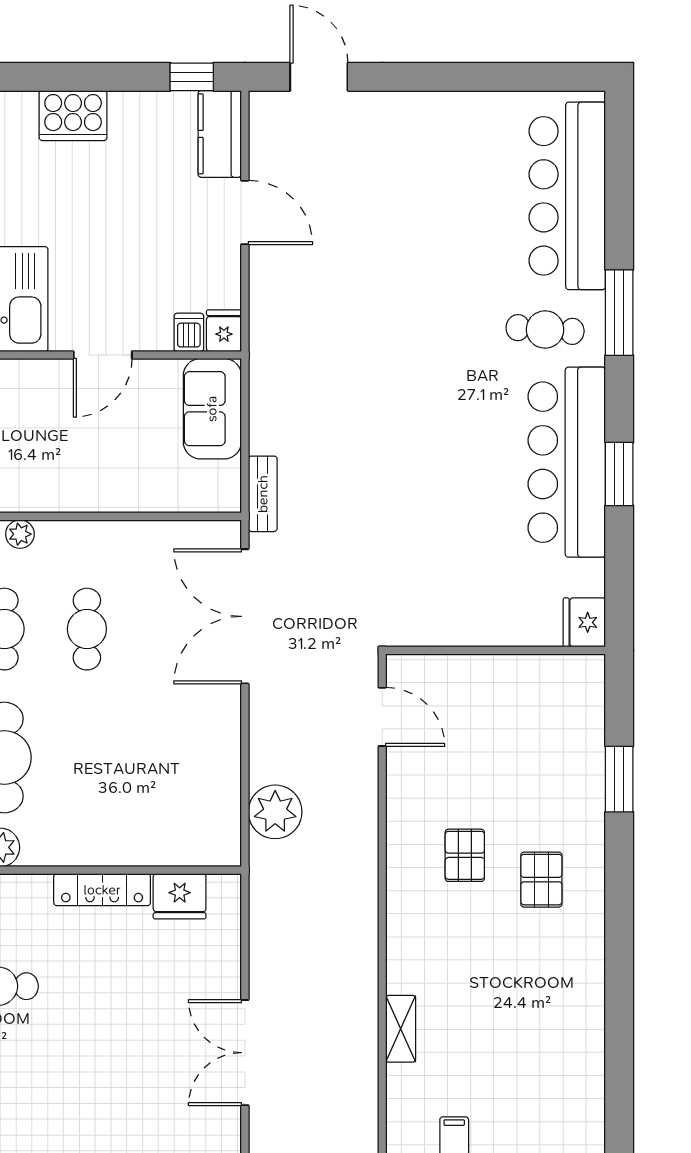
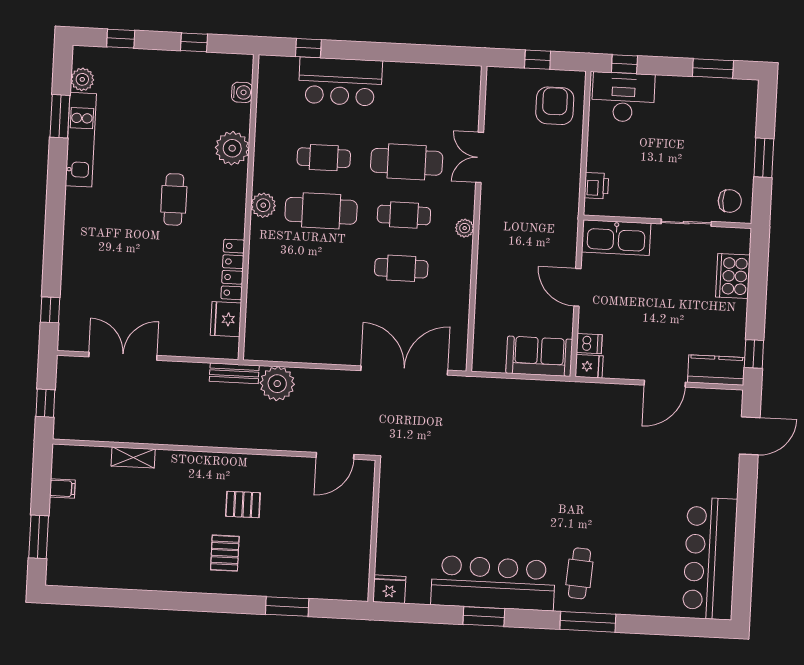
bar counter: (567, 196) -> (710, 558), moved, turned -90
bench: (263, 494) -> (234, 373), moved
pallet: (541, 880) -> (225, 553), turned 90

